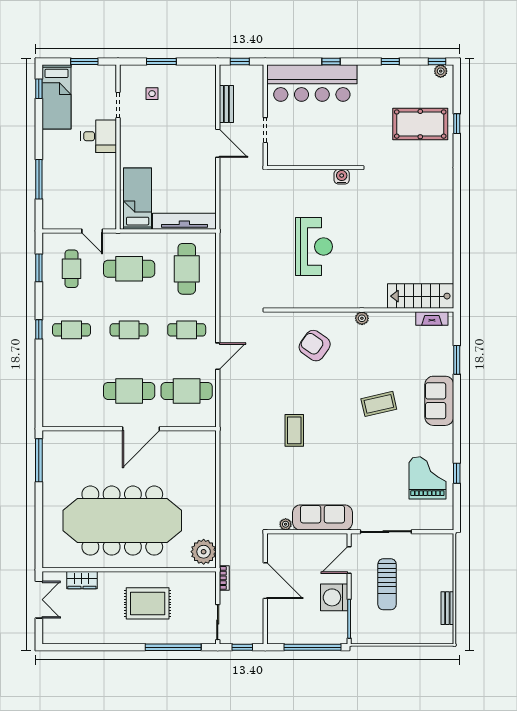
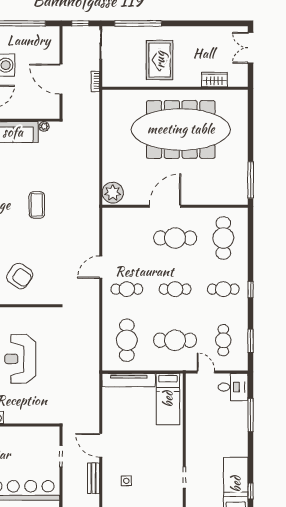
side table: (152, 94) -> (126, 481), moved
desk: (99, 136) -> (233, 387), moved, turned 180
cafe table: (187, 391) -> (223, 238), moved, turned 90
plant: (204, 552) -> (113, 193), moved
double door: (39, 600) -> (251, 48), moved
rug: (148, 603) -> (160, 60), turned 90

